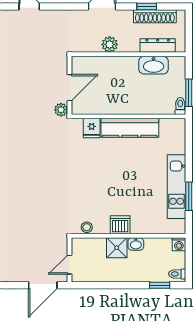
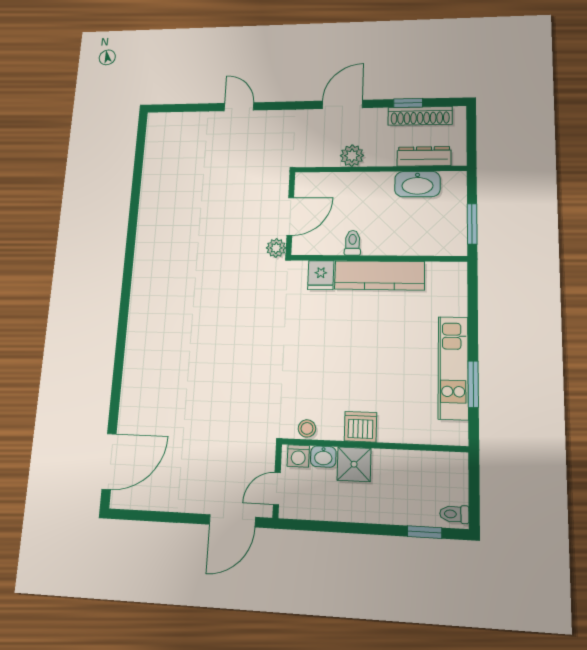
toilet: (180, 106) -> (353, 243), moved
washbasin: (136, 244) -> (323, 457), moved
washing machine: (179, 244) -> (298, 456), moved

